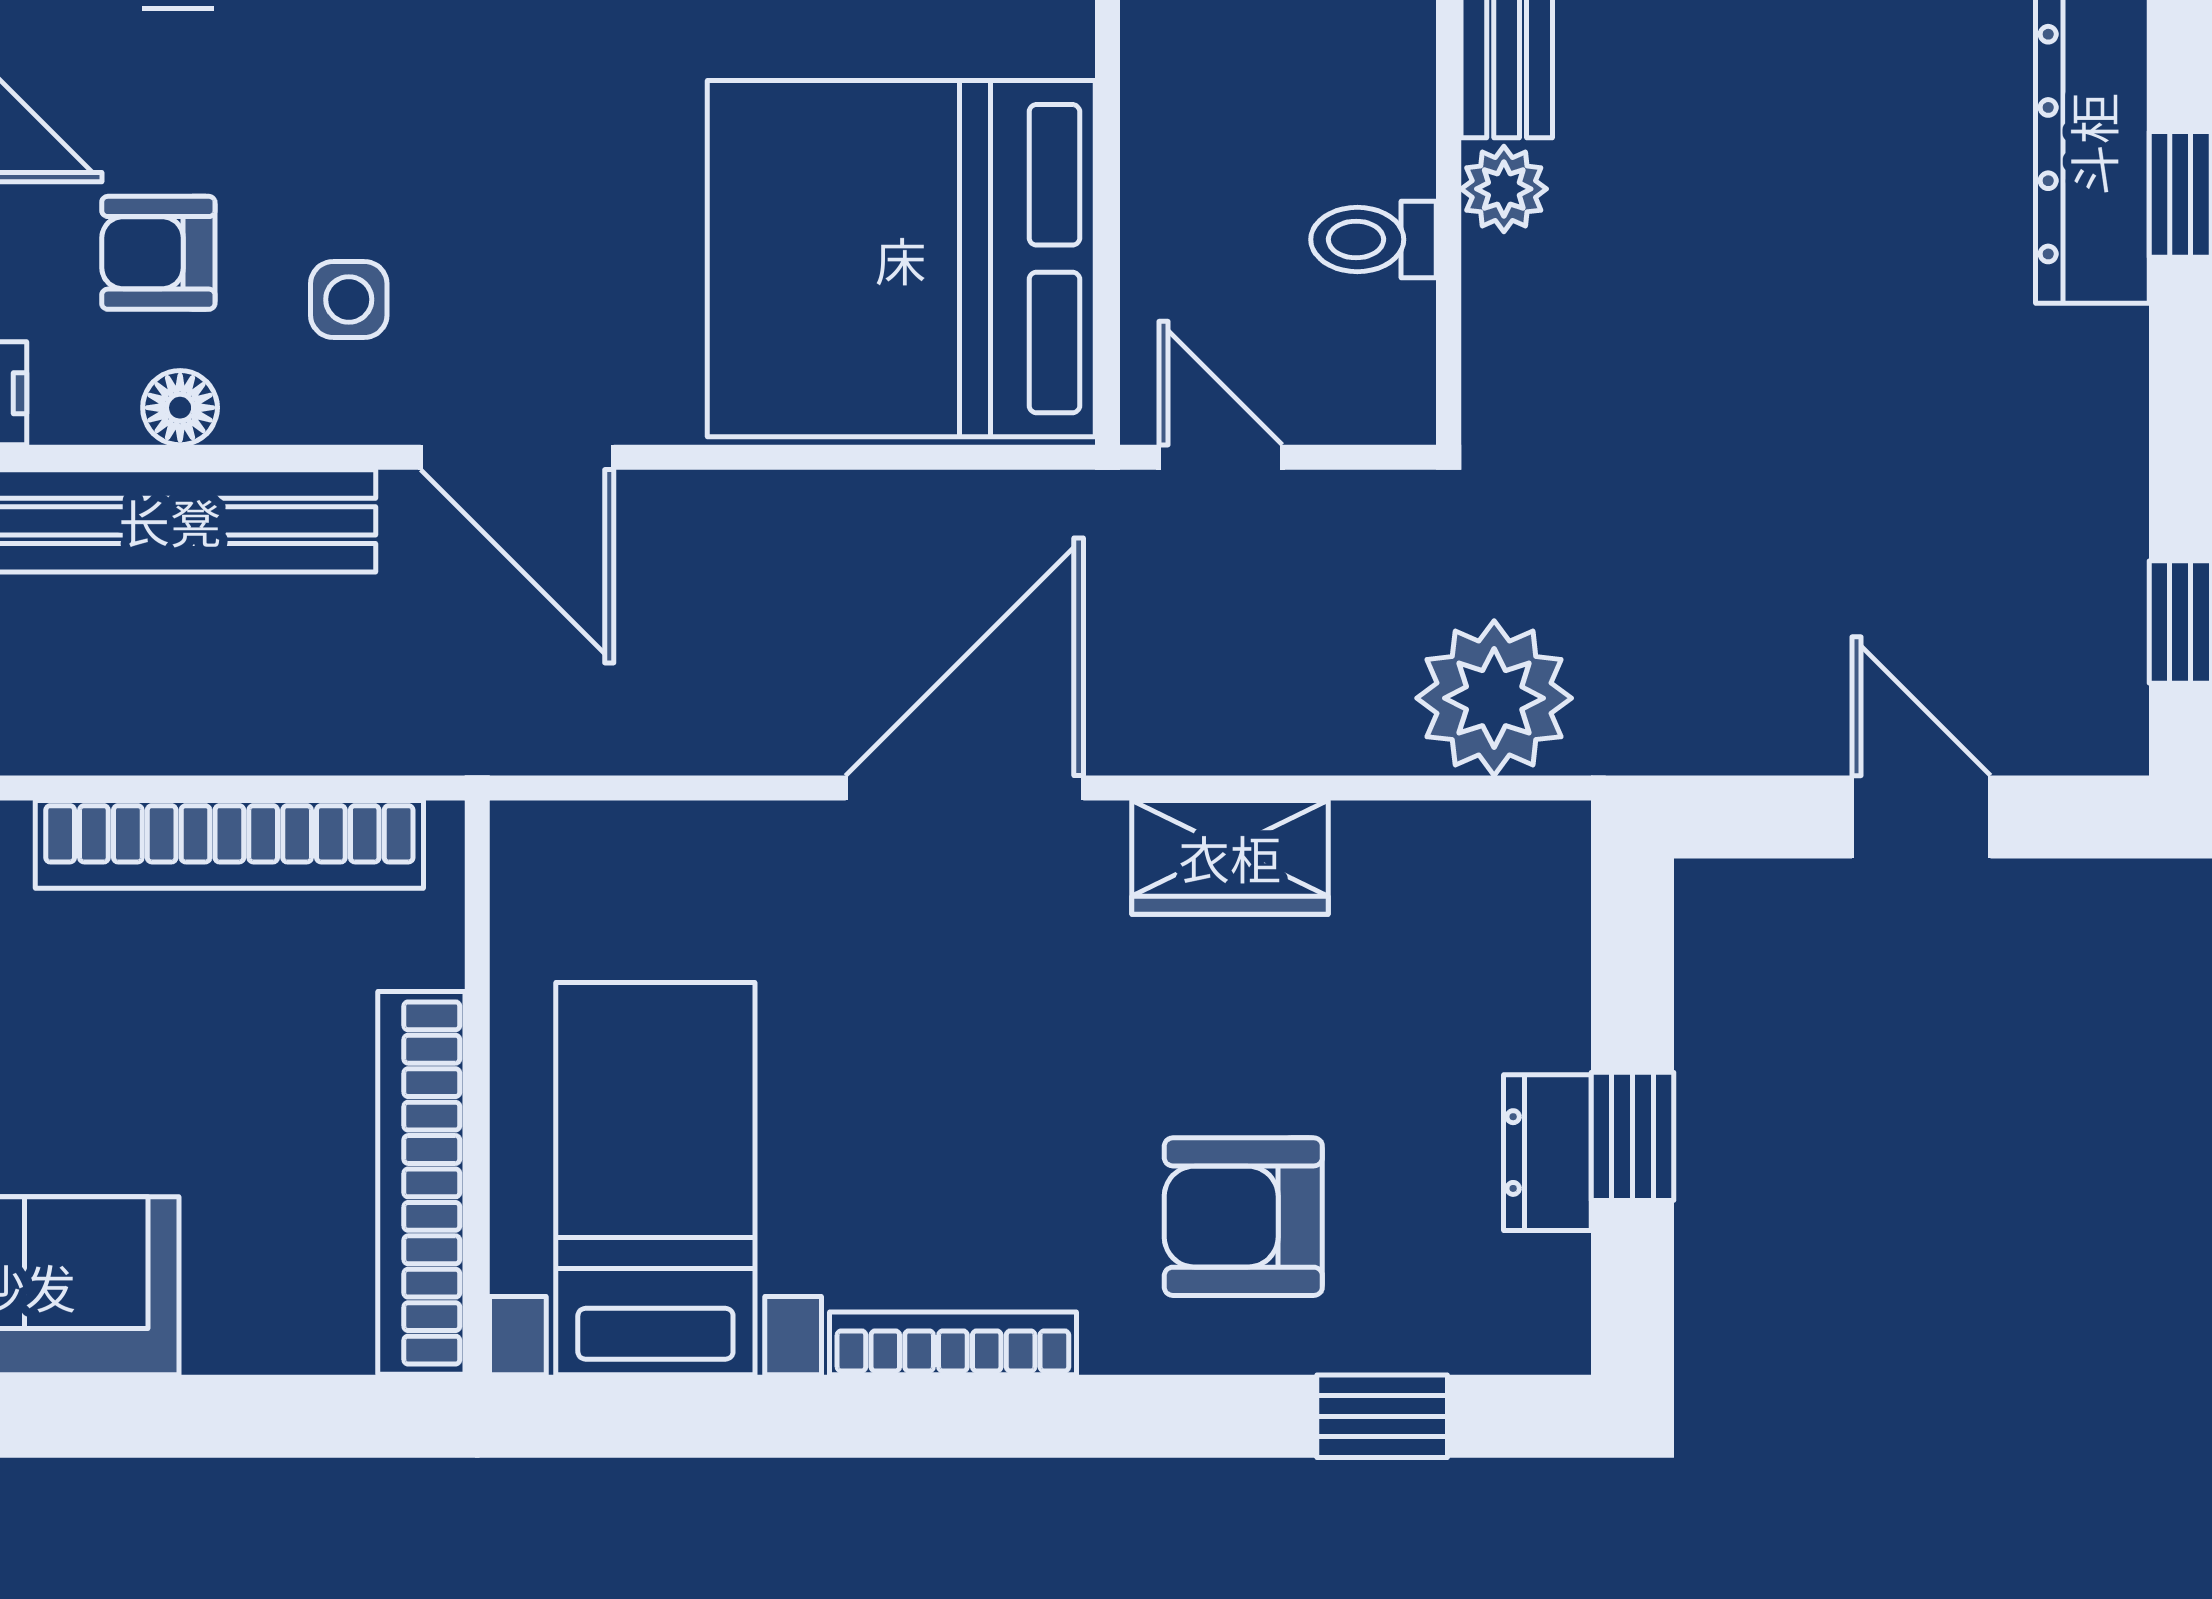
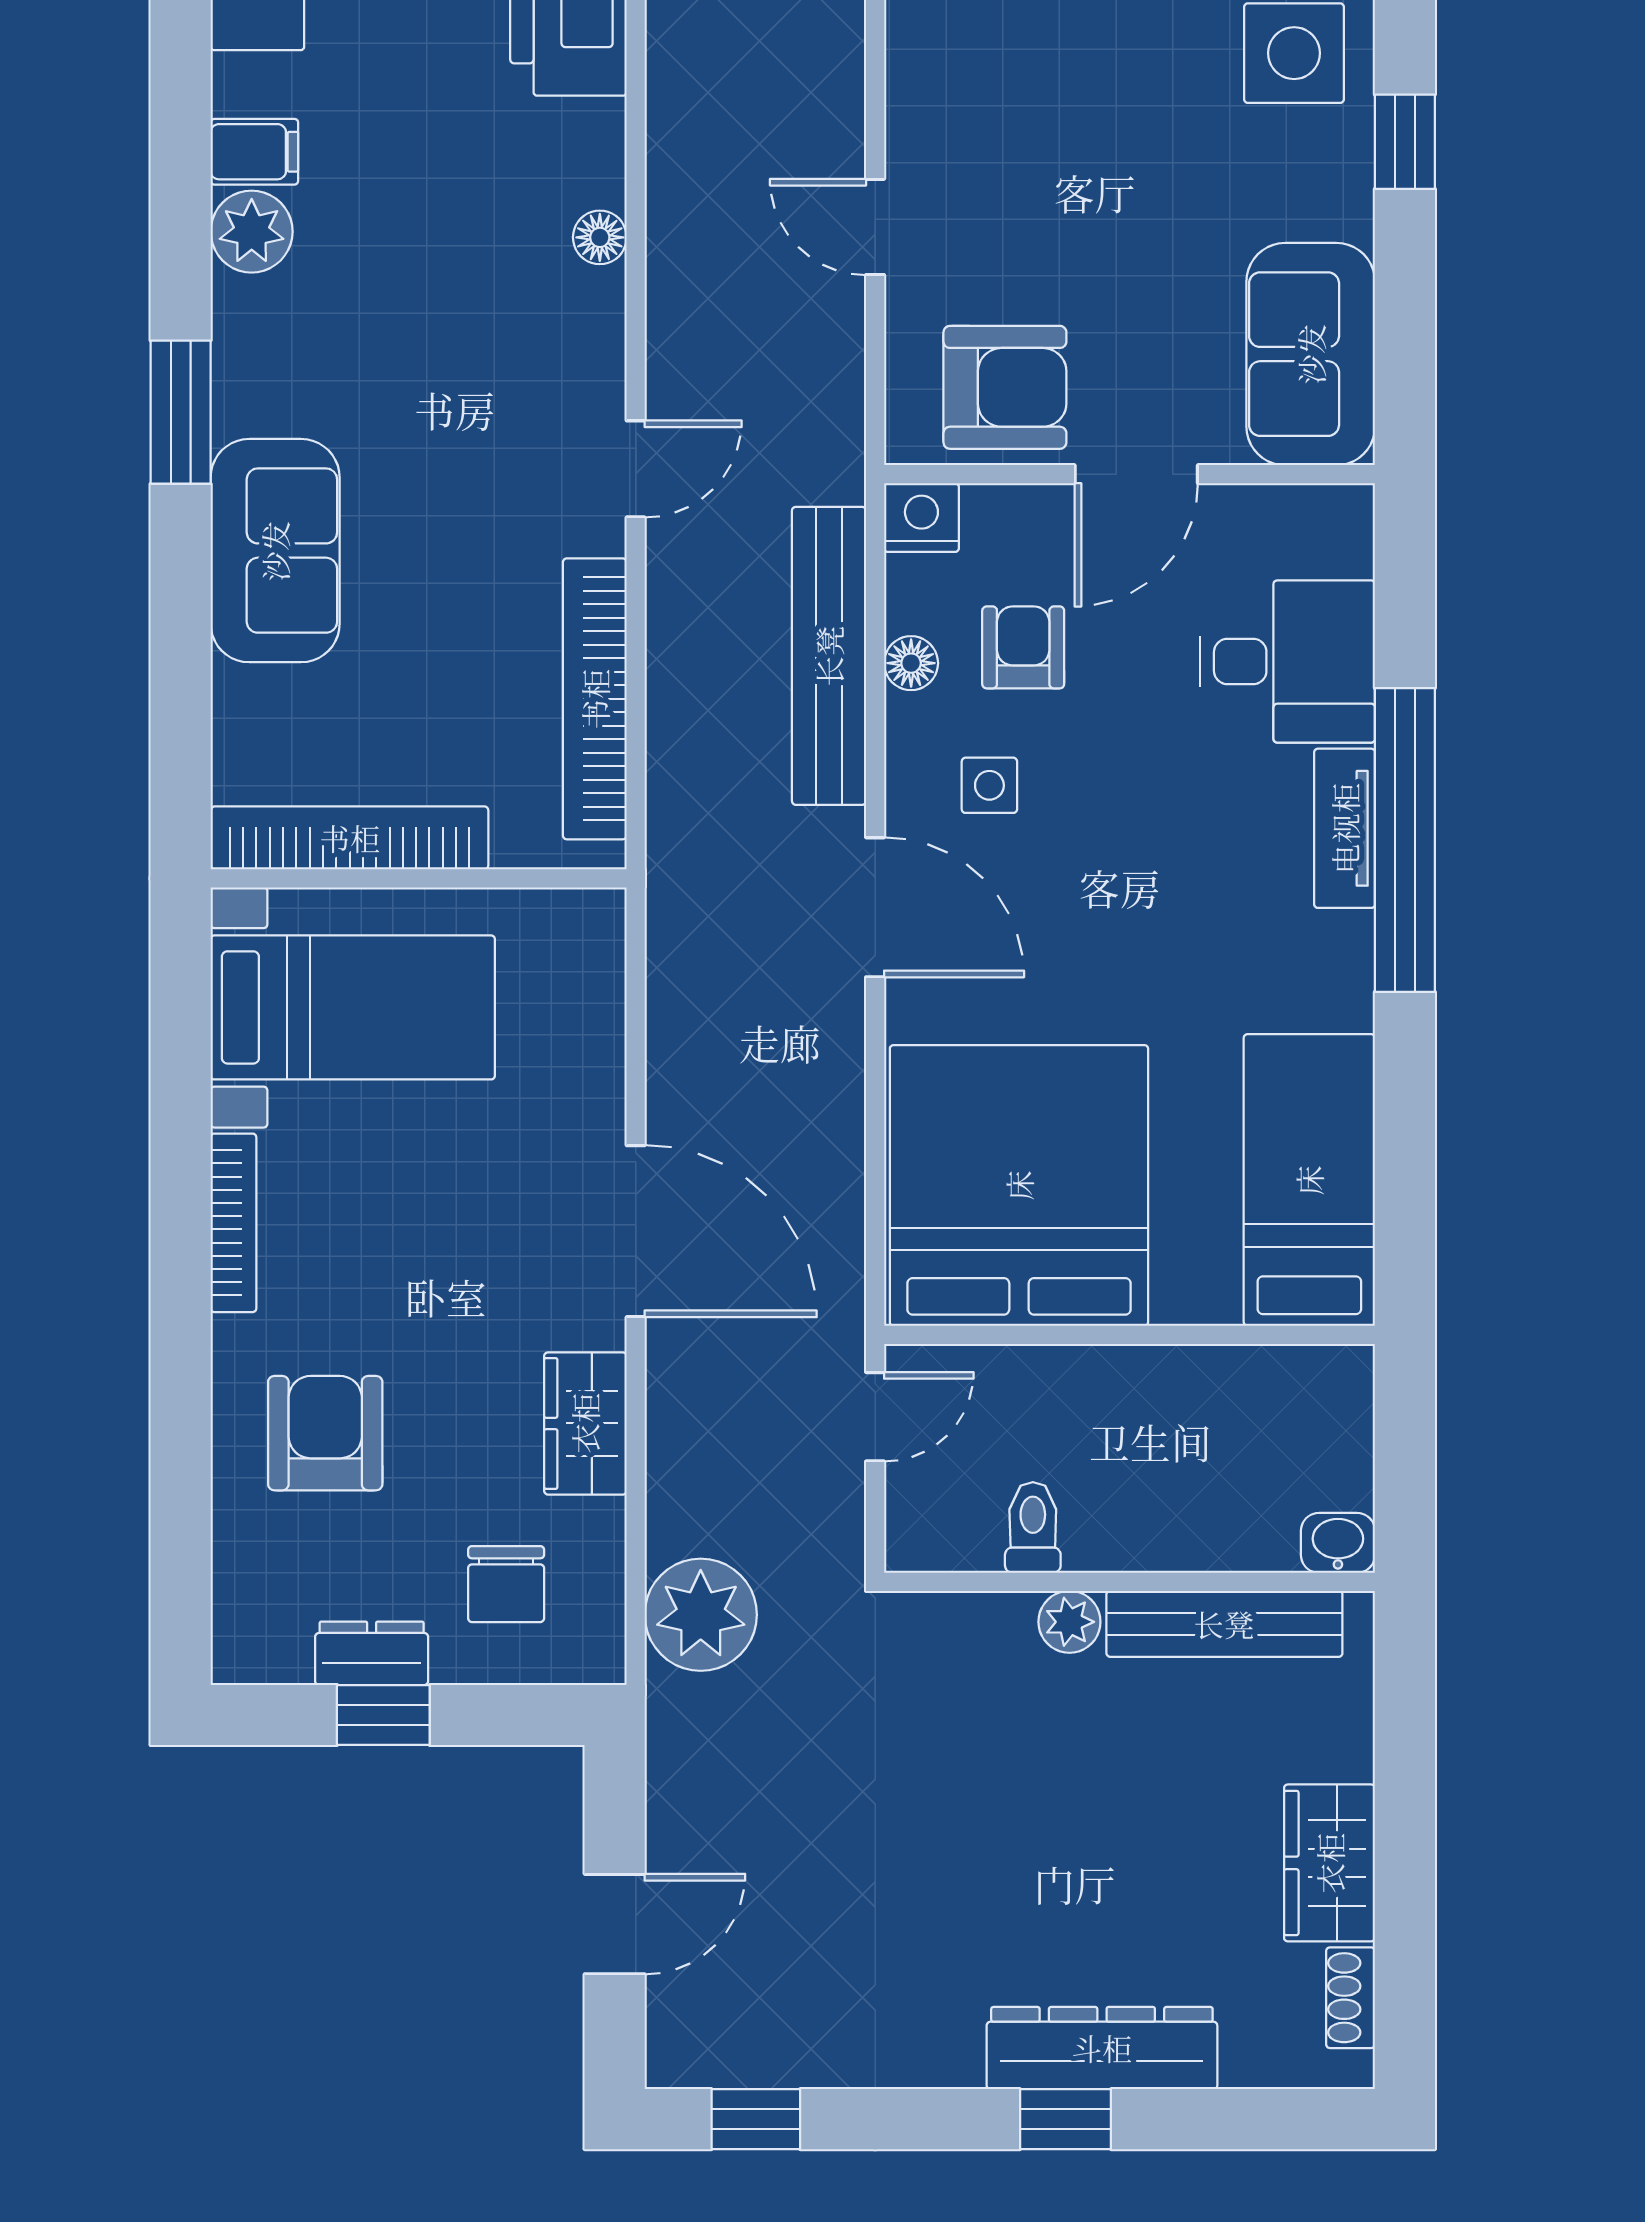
door: (517, 457) -> (875, 907), swing flipped
chair: (1452, 967) -> (506, 1584), added
window: (1382, 1416) -> (181, 1534), removed

